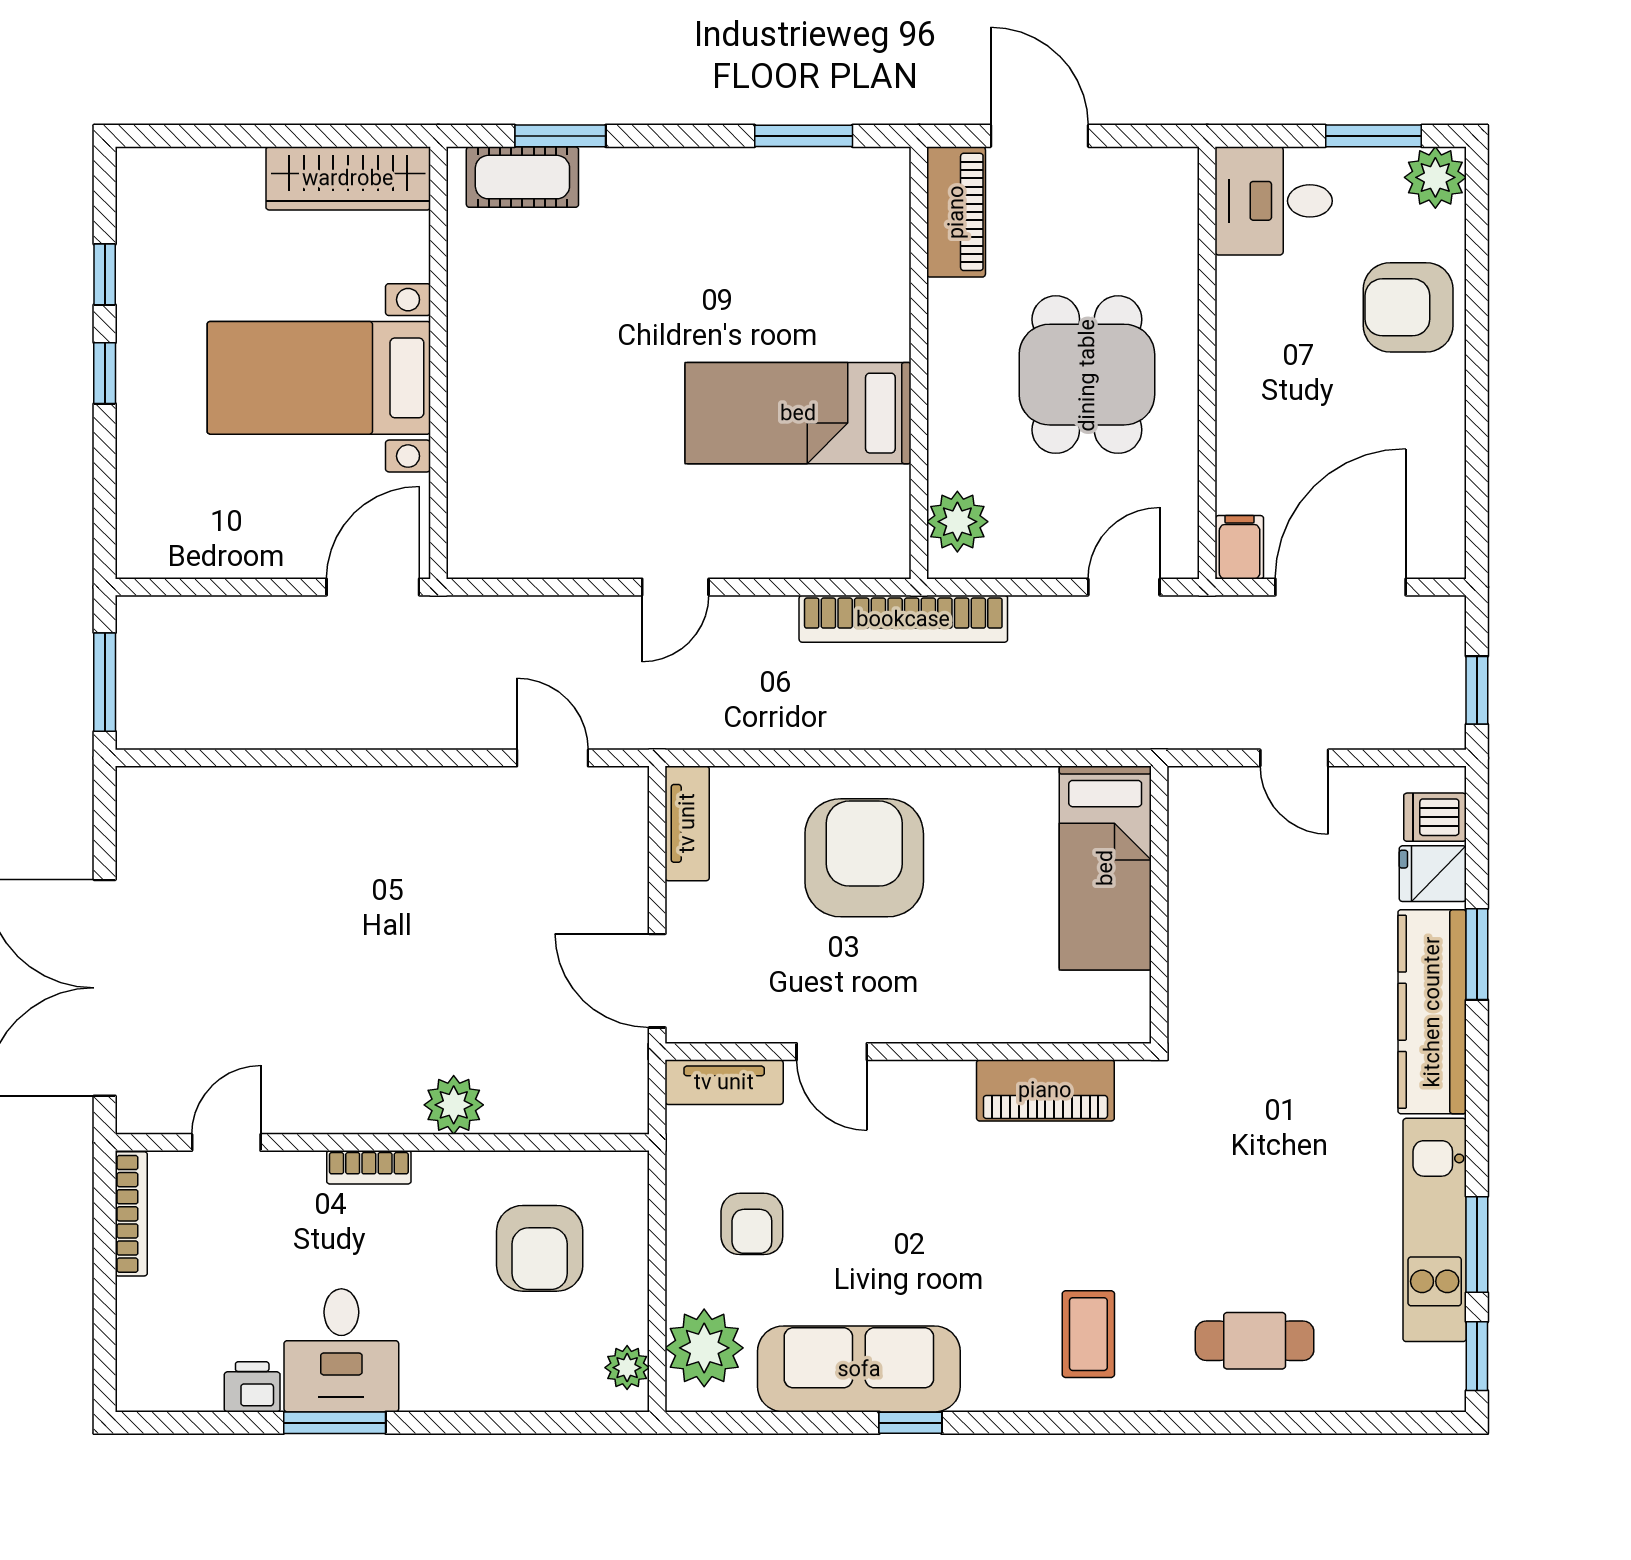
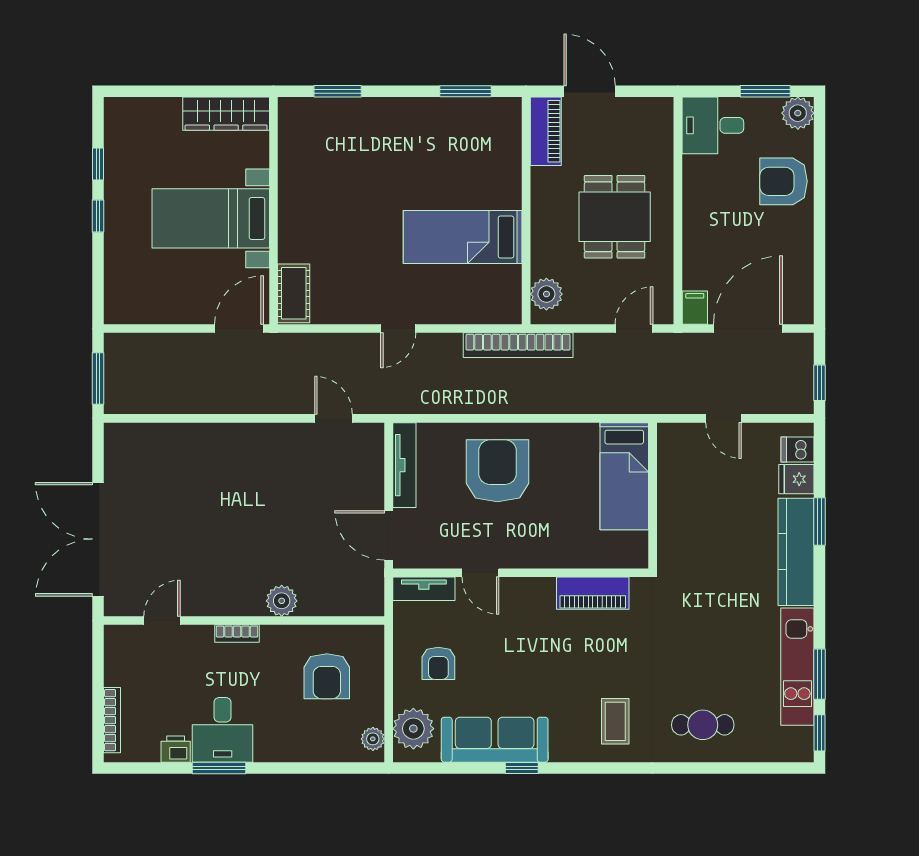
cot: (522, 177) -> (294, 293), moved, turned 90
tv unit: (687, 823) -> (404, 465), width x1.41
bookcase: (131, 1214) -> (112, 720), moved

